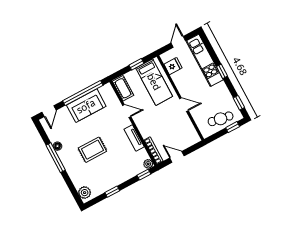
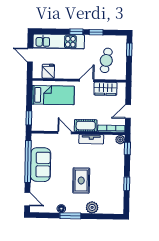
window: (136, 64) -> (29, 118), moved
cot: (123, 88) -> (86, 126), moved
window: (239, 103) -> (96, 32), moved
door: (127, 111) -> (65, 133), hinge flipped
cafe table: (221, 119) -> (106, 60), moved
wardrobe: (186, 125) -> (105, 89), added
window: (56, 158) -> (70, 216), width x0.69
plant: (85, 193) -> (92, 207), moved

